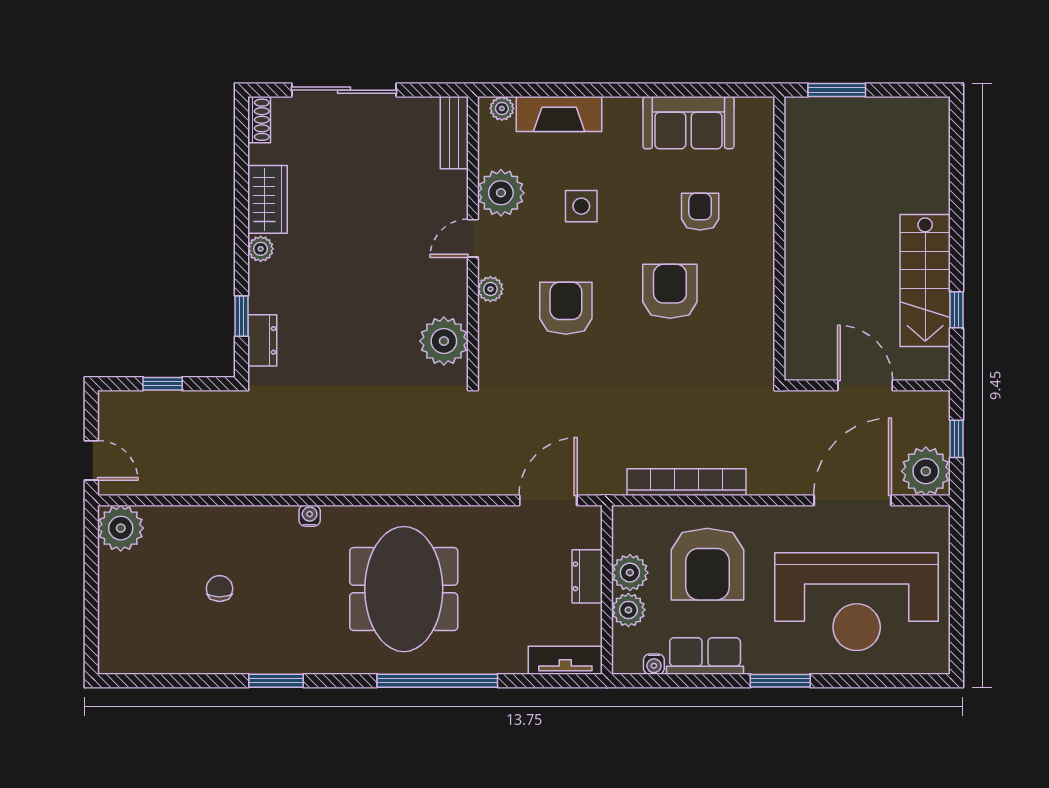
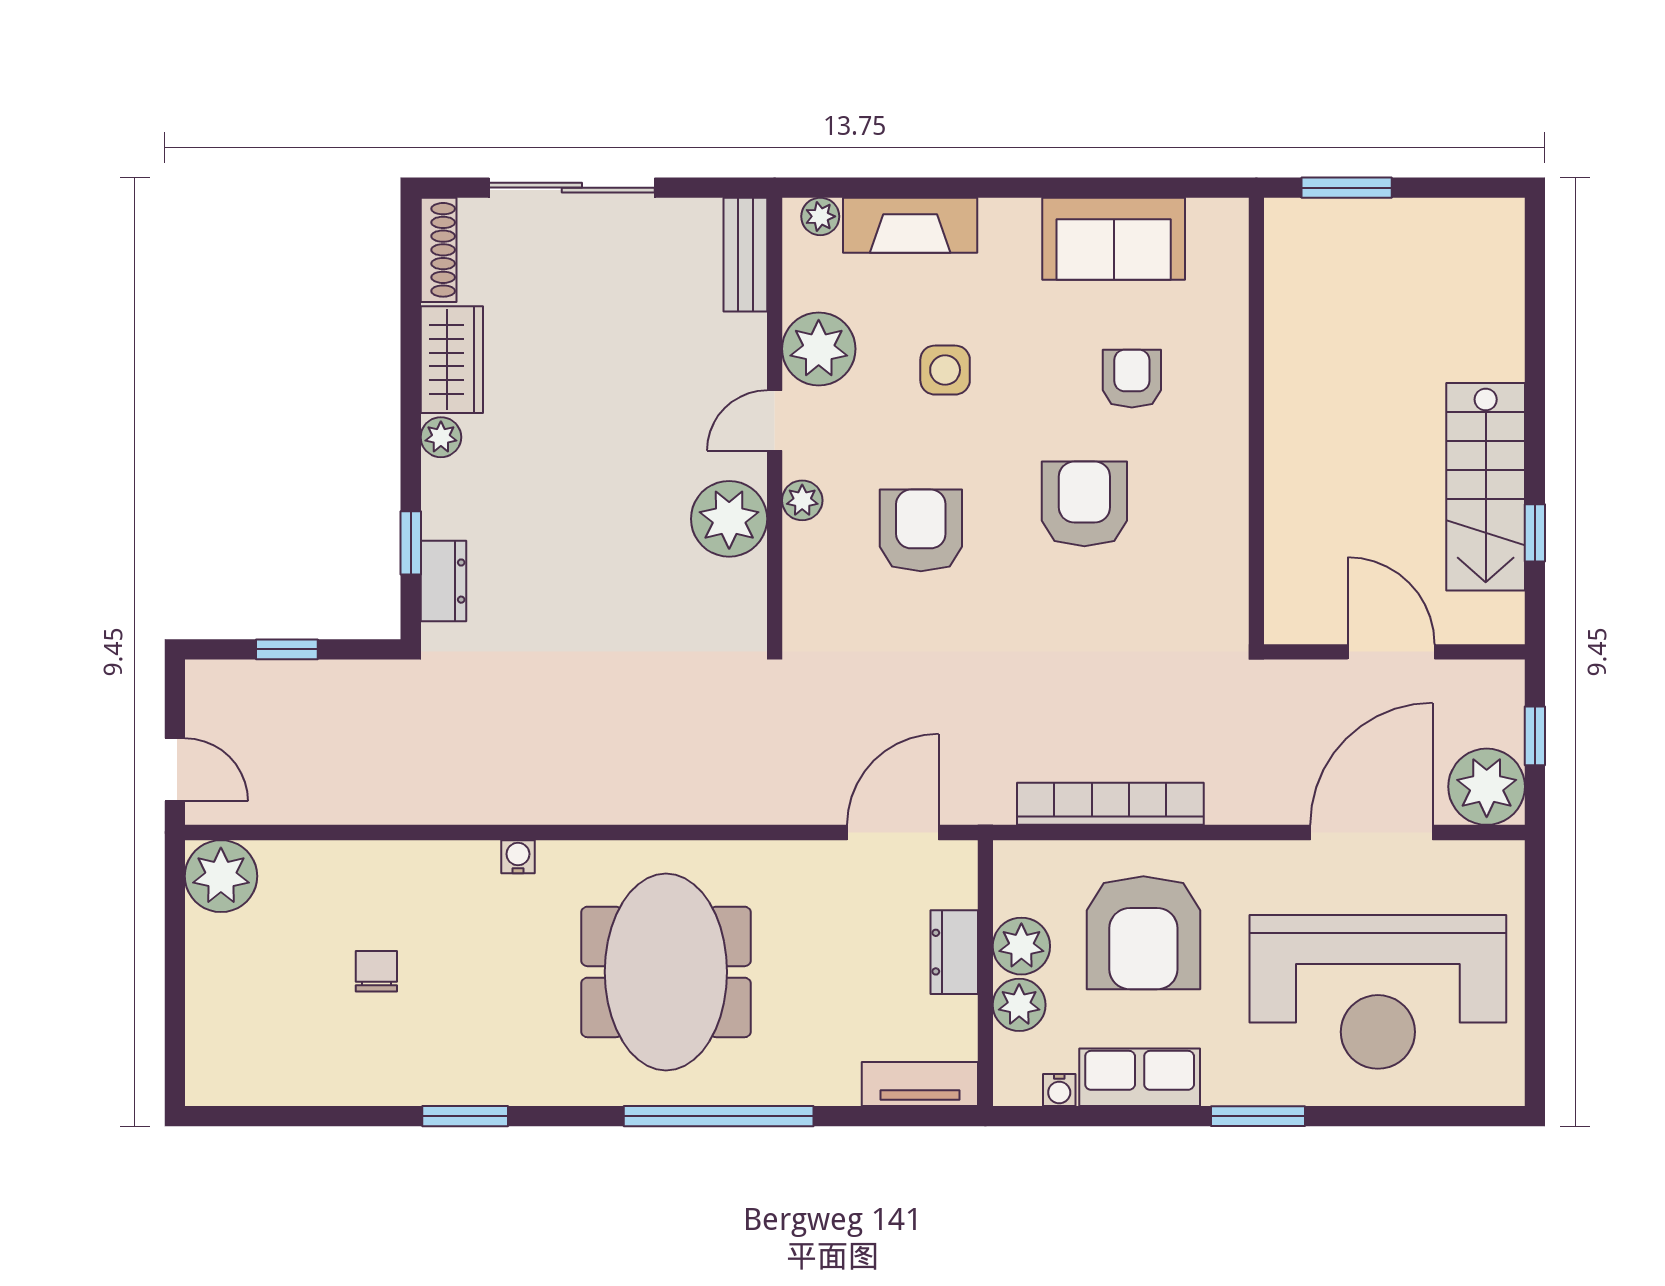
shoe rack: (259, 120) -> (439, 250), width x1.43
plant: (444, 341) -> (729, 519), moved

